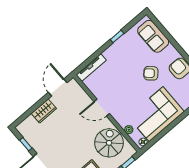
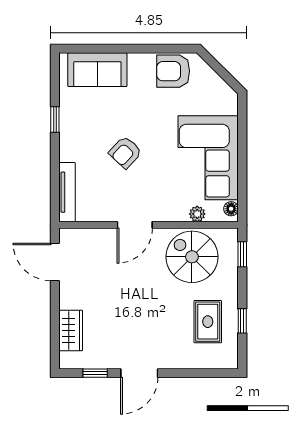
armchair: (151, 73) -> (125, 152), moved
wardrobe: (44, 111) -> (71, 330), moved

